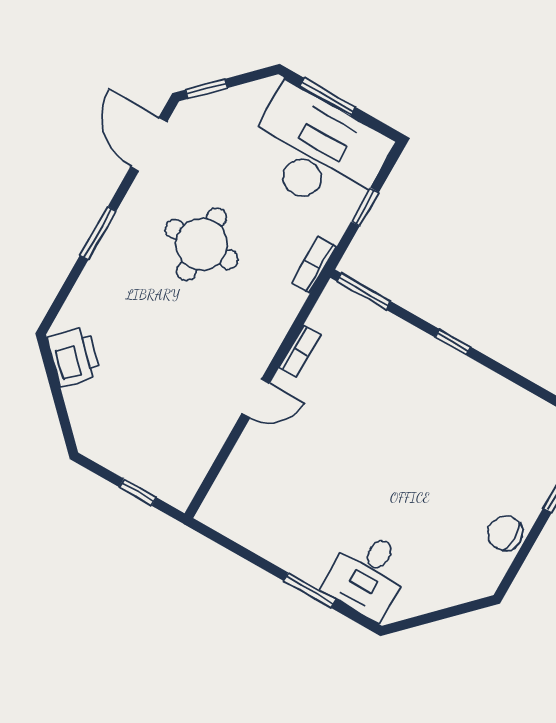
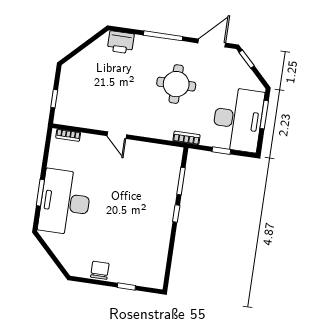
window: (98, 233) -> (163, 36), width x1.44
window: (364, 291) -> (181, 181), moved
bookcase: (300, 351) -> (68, 135), moved
printer: (74, 356) -> (121, 42), moved, turned 45
desk: (368, 574) -> (65, 202), width x1.87, depth x1.30

